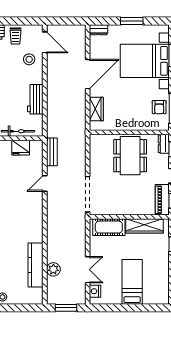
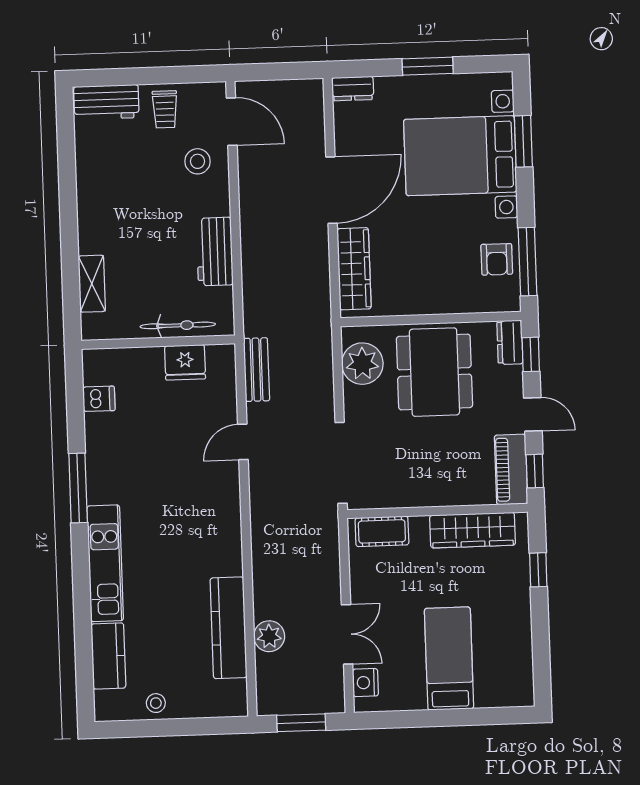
wardrobe: (96, 109) -> (354, 269), width x1.50
plant: (99, 151) -> (362, 364), added
cot: (109, 227) -> (382, 531), width x0.73, depth x0.75

